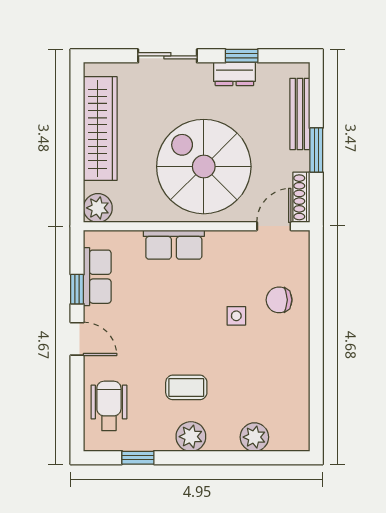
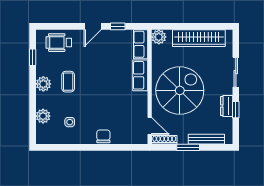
row of seats: (97, 277) -> (141, 44), moved, turned 90
chair: (279, 300) -> (103, 136), moved
side table: (236, 316) -> (70, 122), moved
wheelchair: (109, 406) -> (59, 43), turned 180

